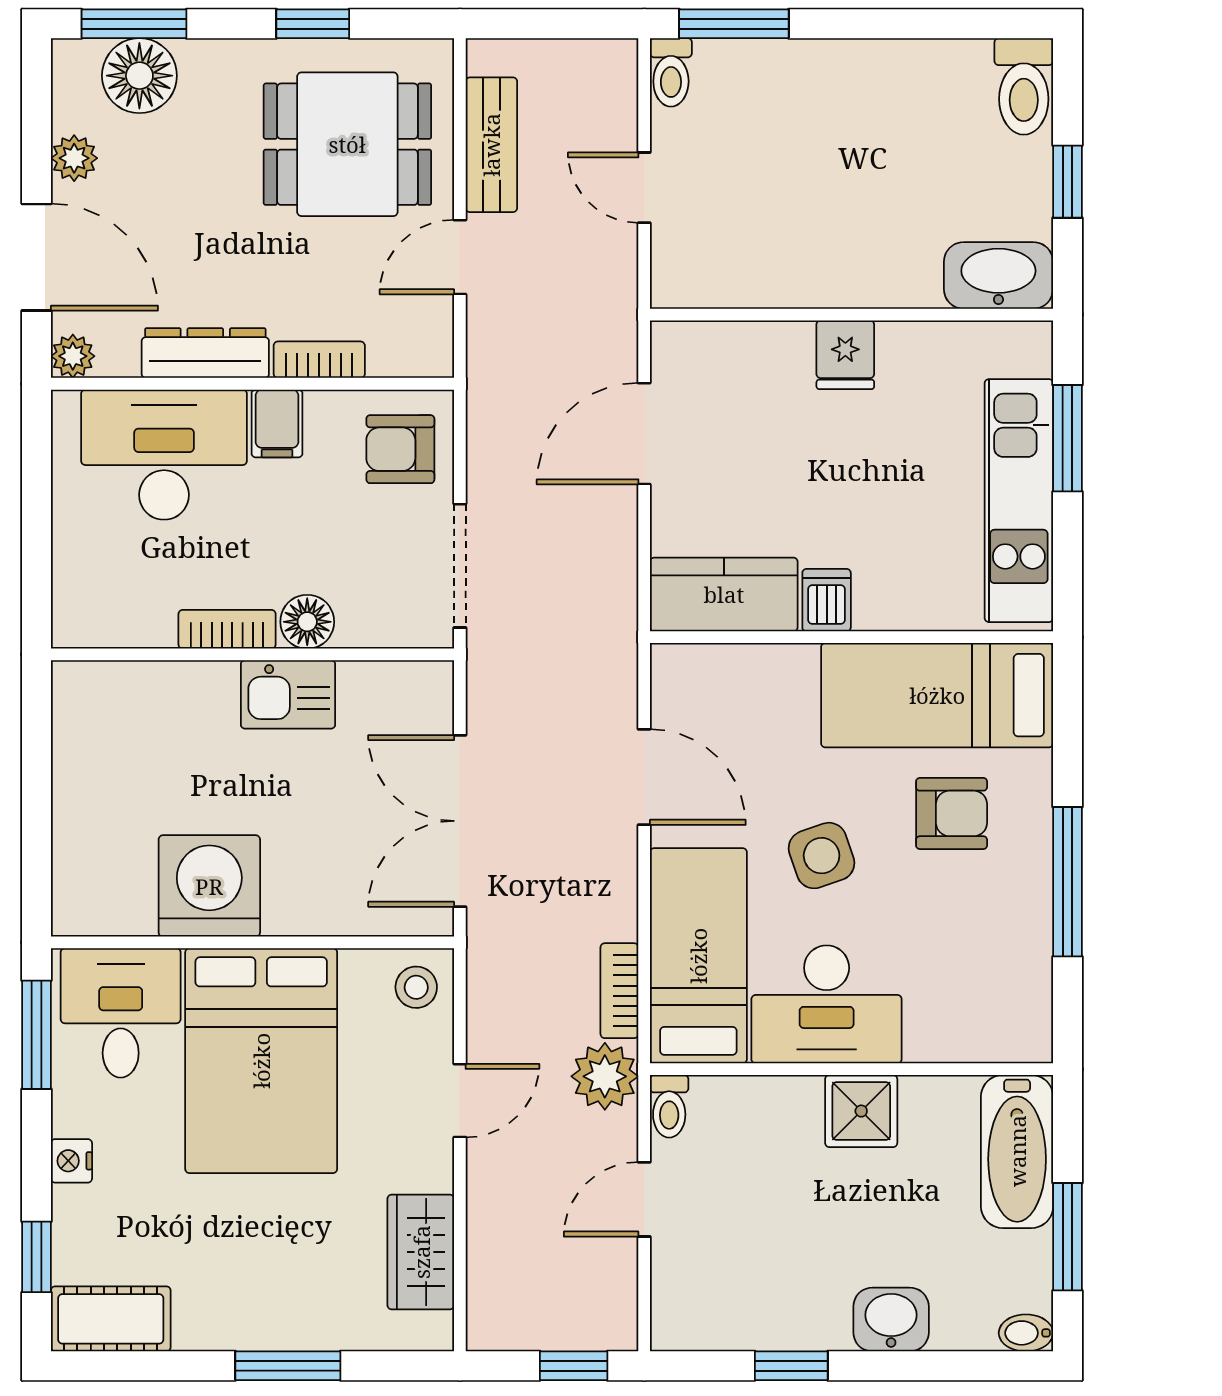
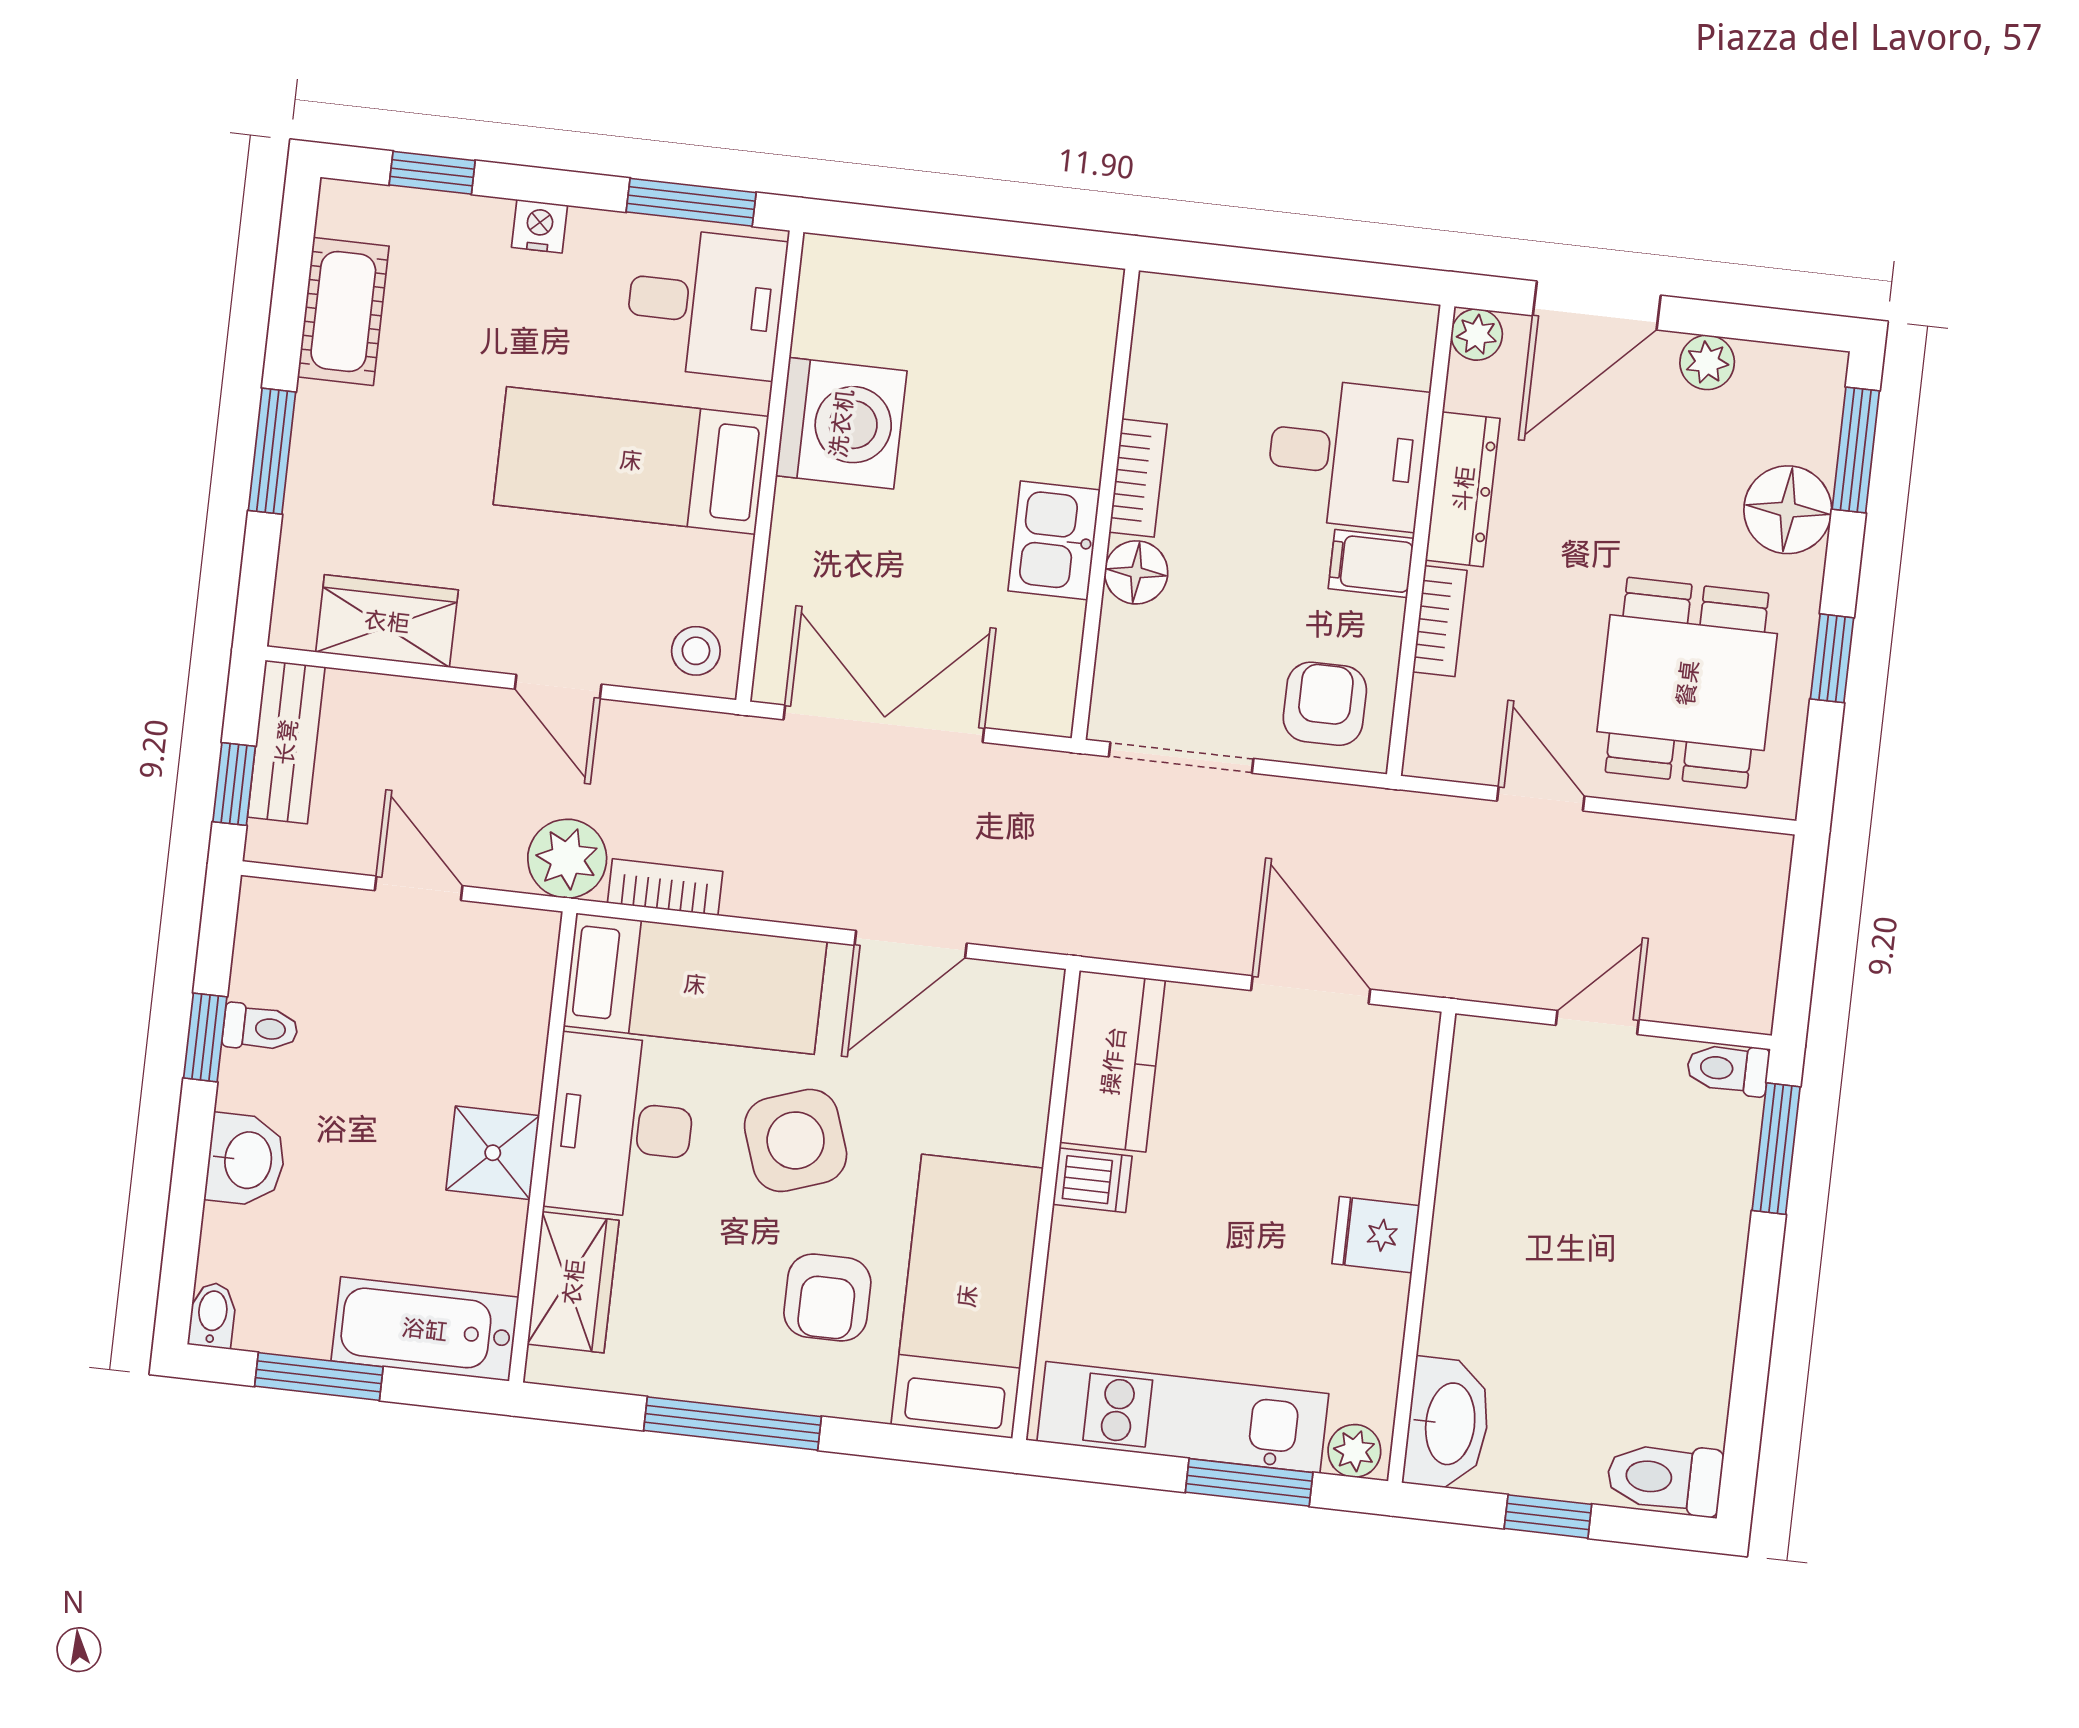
floor lamp: (139, 76) -> (1788, 510), moved
bench: (491, 145) -> (286, 742), moved, turned 90
plant: (1031, 352) -> (1354, 1451), added
desk: (164, 455) -> (1347, 454), width x0.73
side table: (822, 856) -> (796, 1140), width x1.37, depth x1.37
wardrobe: (963, 1030) -> (573, 1282), added
bed: (261, 1061) -> (631, 460), width x0.67
toilet: (669, 1106) -> (260, 1028), moved, turned 180
cot: (111, 1319) -> (343, 312), moved

